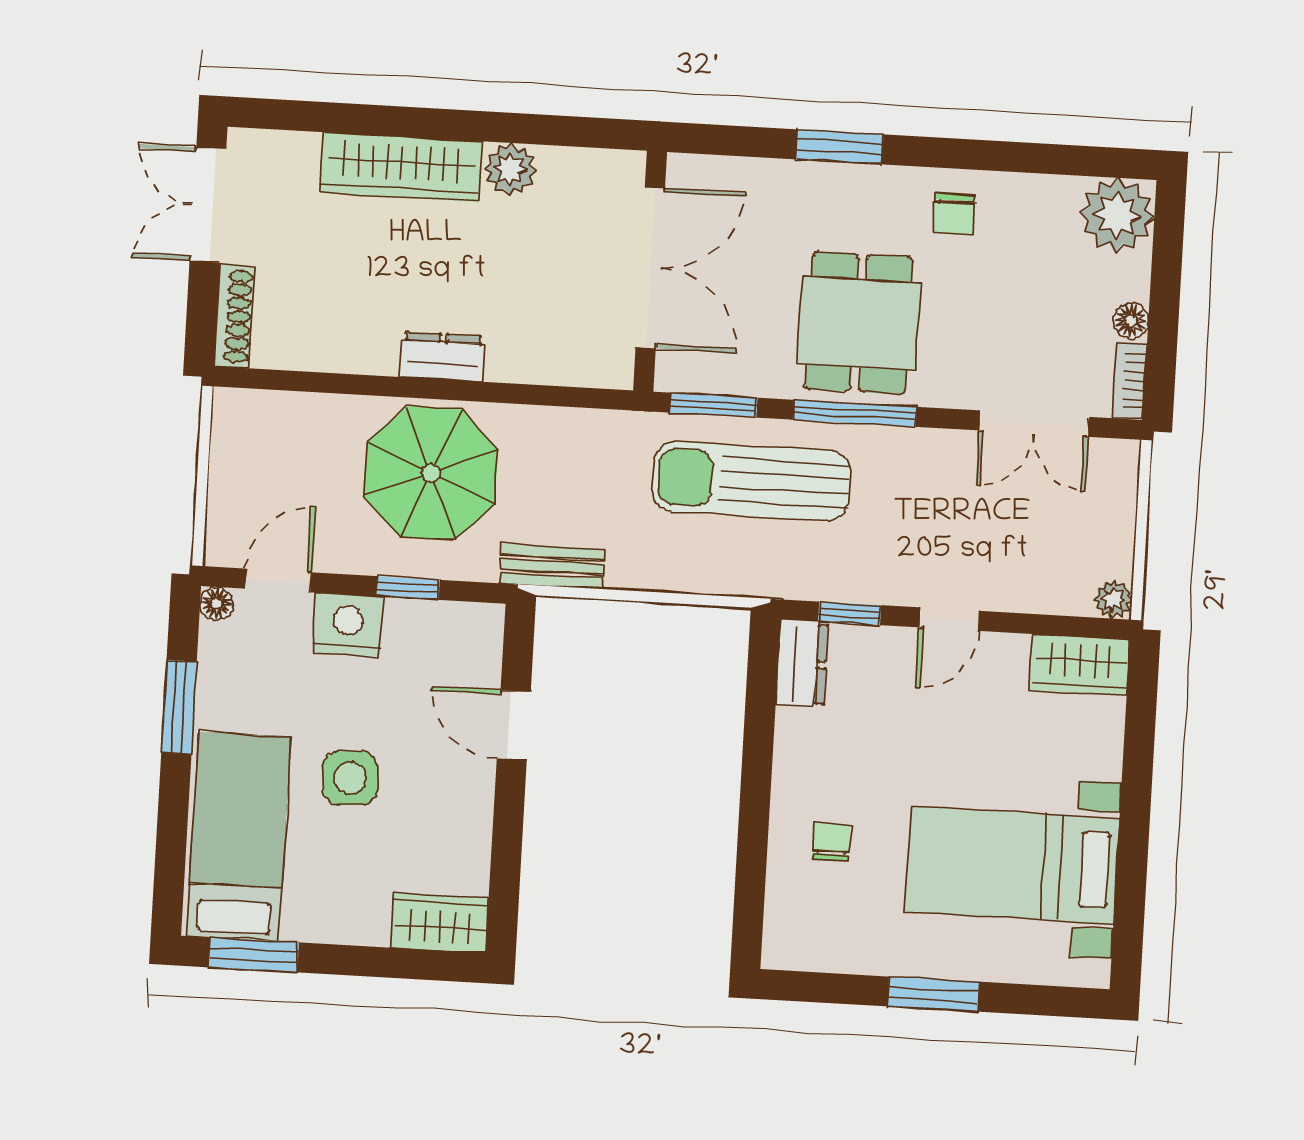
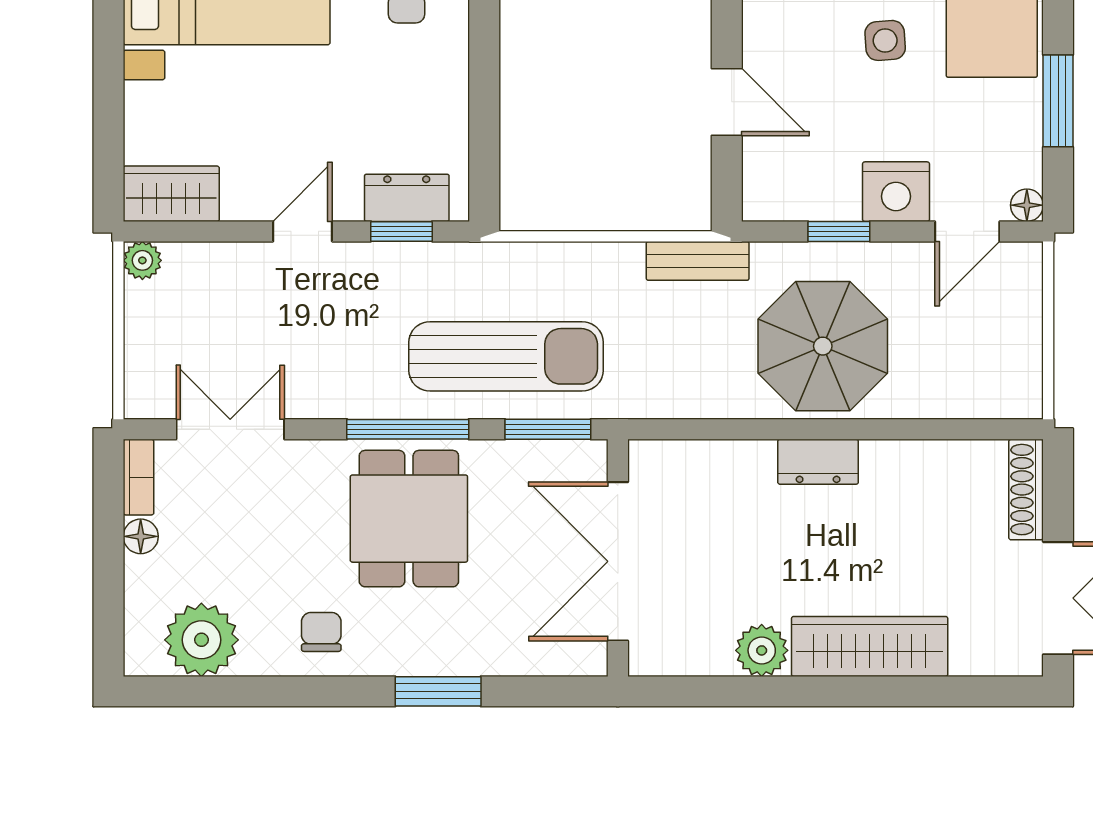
plant: (1117, 215) -> (201, 640), moved
dresser: (802, 663) -> (407, 198), moved, turned 90
side table: (350, 778) -> (885, 40), width x0.73, depth x0.73

